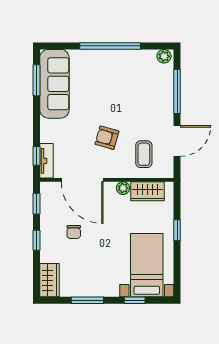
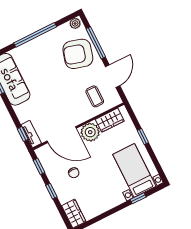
armchair: (107, 138) -> (78, 54), moved, width x1.88, depth x1.88
plant: (123, 188) -> (90, 132), width x1.87, depth x1.87
window: (87, 300) -> (106, 214), removed

